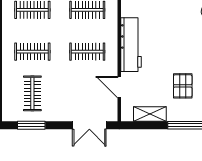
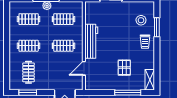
door: (119, 87) -> (84, 68), hinge flipped
shelving: (150, 114) -> (103, 85), removed

